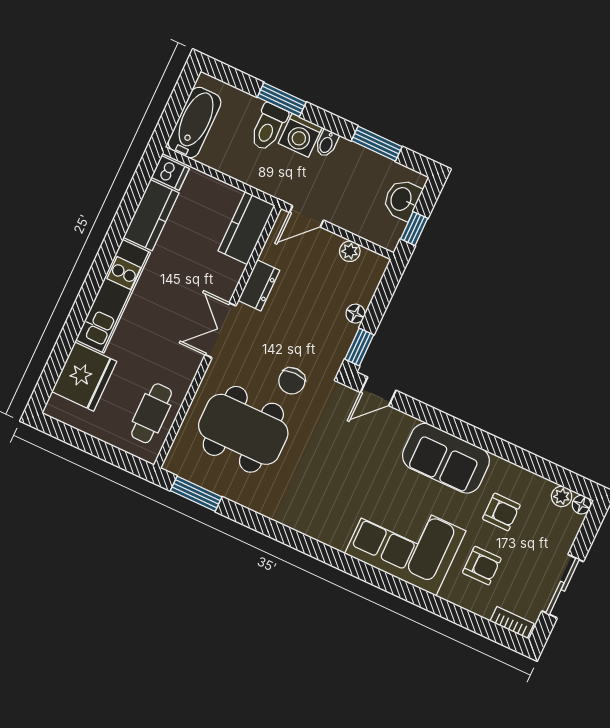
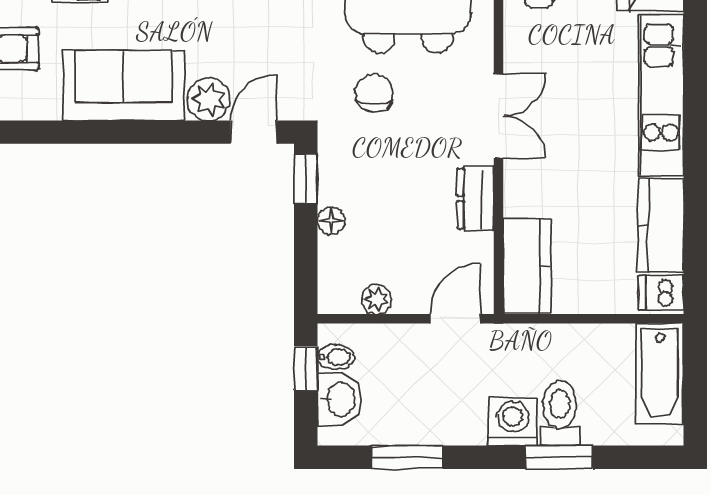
bidet: (327, 143) -> (336, 357), moved, turned 90
plant: (397, 425) -> (209, 99), added

